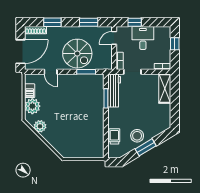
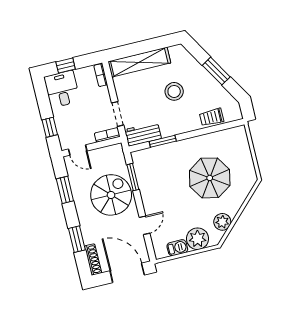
desk: (143, 38) -> (62, 89), moved, turned 90
shelving: (165, 89) -> (139, 62), width x1.47
workbench: (114, 90) -> (143, 134), width x0.73
parasol: (73, 125) -> (210, 178), added
stool: (137, 136) -> (174, 91), moved

